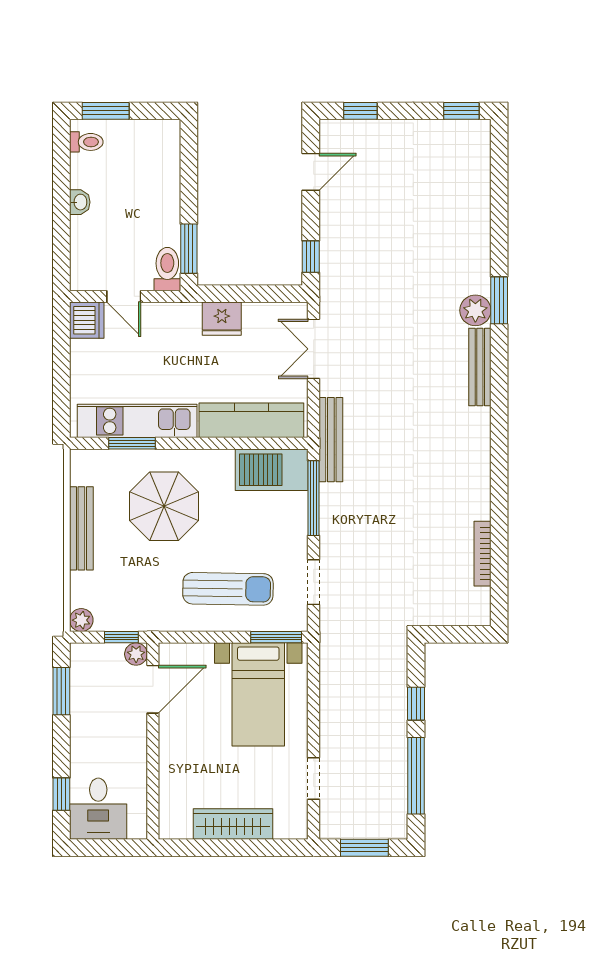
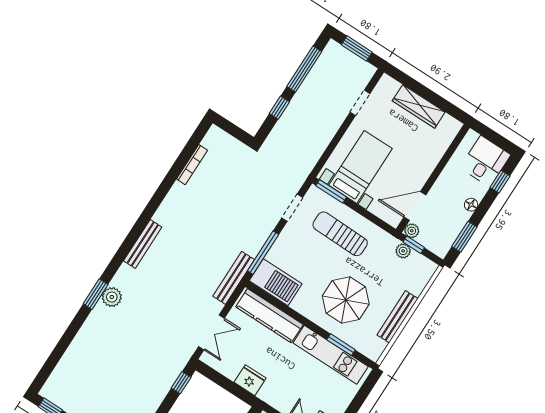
bench: (480, 367) -> (143, 244), moved
plant: (81, 620) -> (403, 251), moved
floor lamp: (80, 739) -> (471, 205), added

